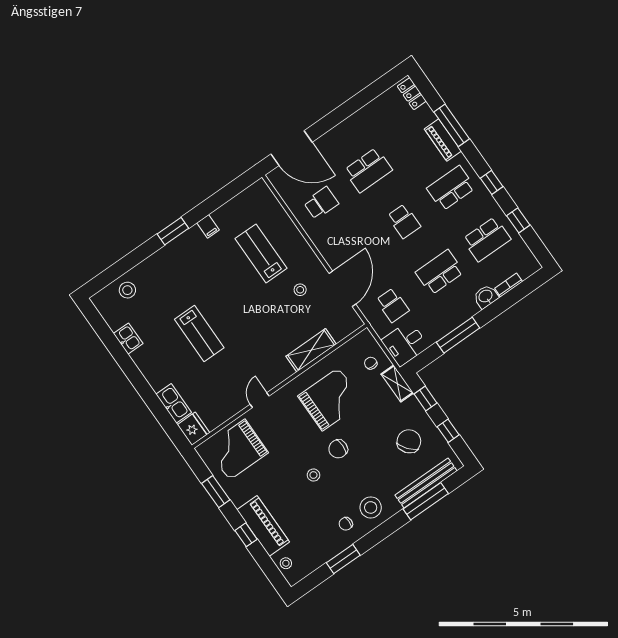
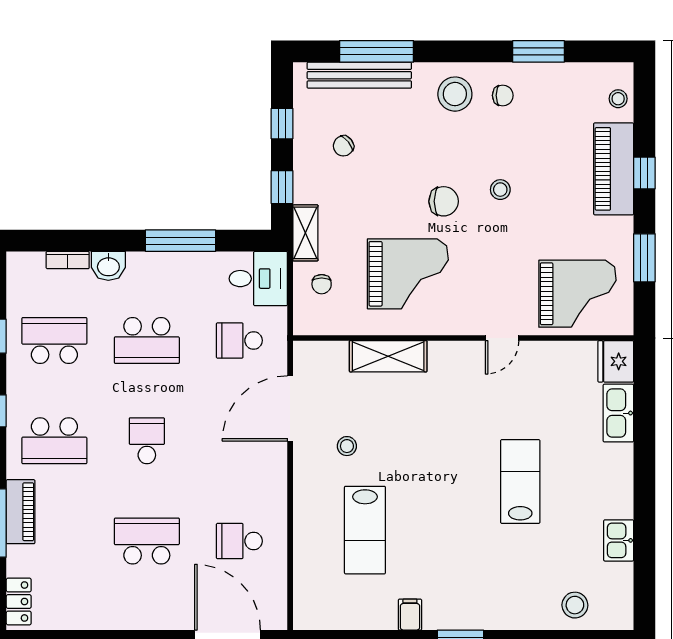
school desk: (393, 305) -> (239, 340), turned -90
grand piano: (330, 399) -> (408, 274), turned 180
chair: (409, 441) -> (343, 146), width x0.54, depth x0.54

